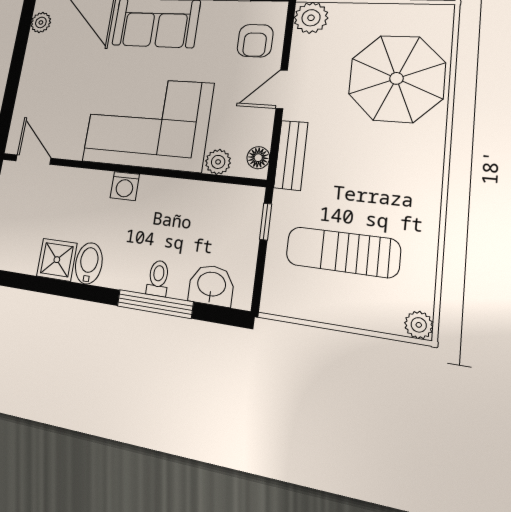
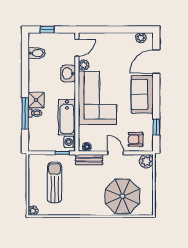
plant: (218, 162) -> (84, 65), moved
washing machine: (125, 186) -> (70, 142), moved
bathtub: (180, 199) -> (67, 117), added
shower: (57, 260) -> (36, 100), moved
bidet: (89, 263) -> (37, 53), moved
washbasin: (211, 285) -> (68, 73), moved, turned 180

